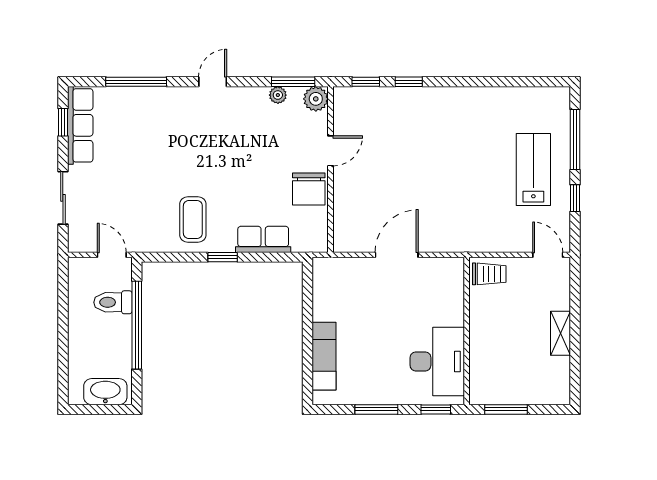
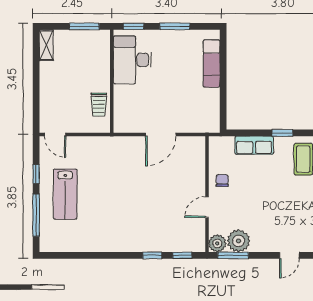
plant: (278, 95) -> (239, 241), width x1.88, depth x1.88
chair: (309, 189) -> (222, 180), width x0.54, depth x0.54
trolley: (489, 274) -> (99, 105), moved, turned -90
shelving: (561, 333) -> (46, 45), moved

